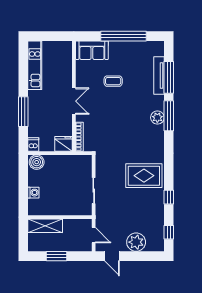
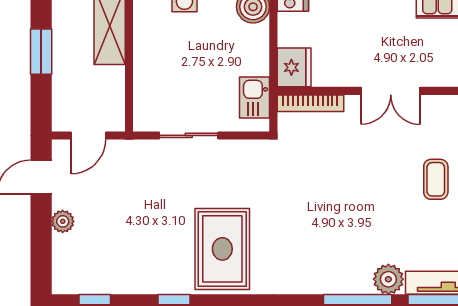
plant: (157, 118) -> (388, 279), moved
kitchen sink: (77, 161) -> (254, 98), added
plant: (136, 242) -> (63, 221), width x0.53, depth x0.53

